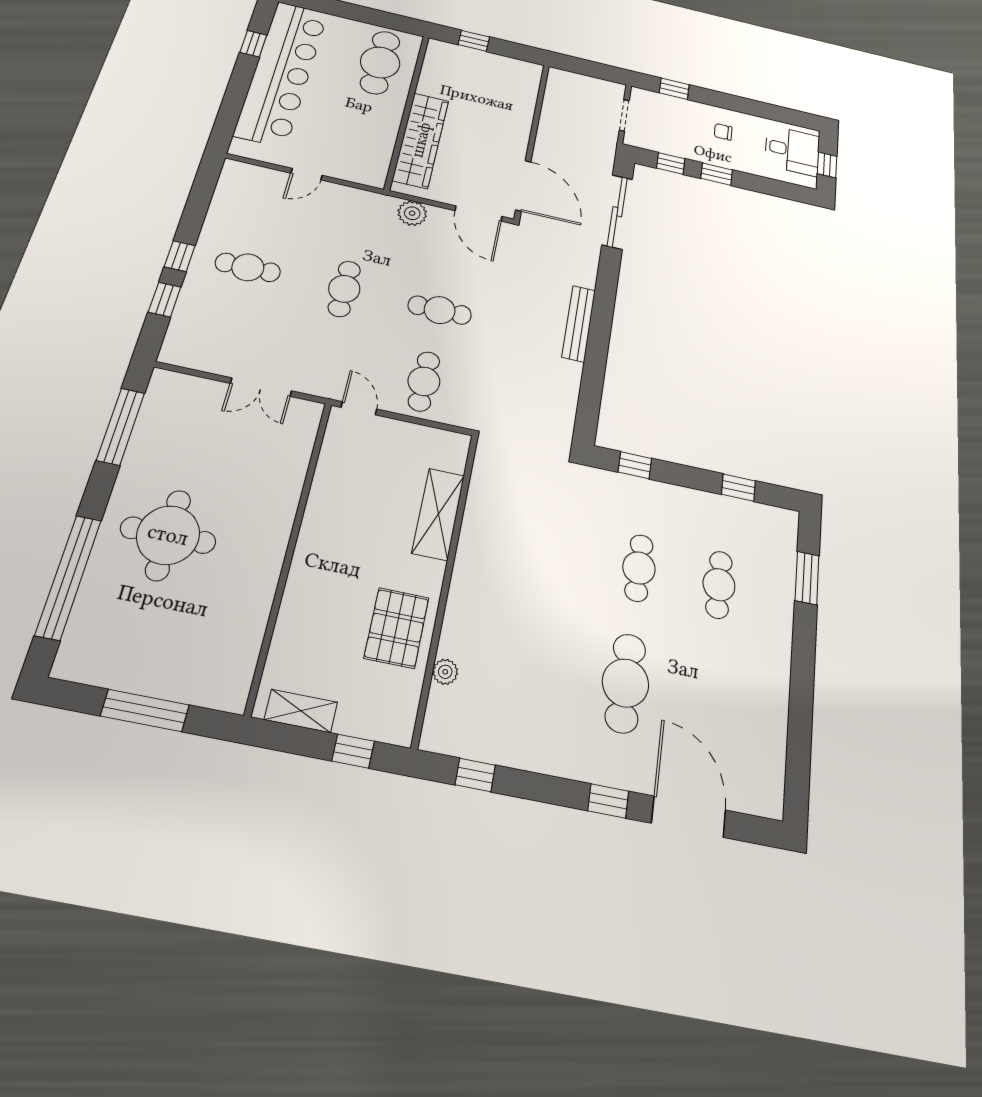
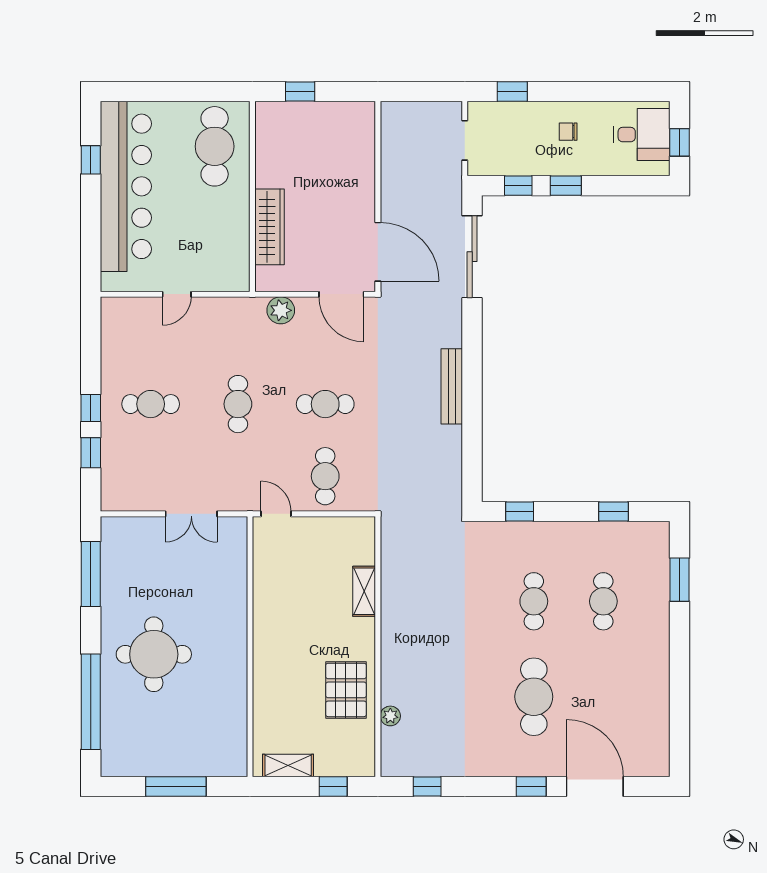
wardrobe: (421, 140) -> (270, 227), width x0.71, depth x0.85
shelving: (438, 514) -> (364, 591), width x0.67, depth x0.75

